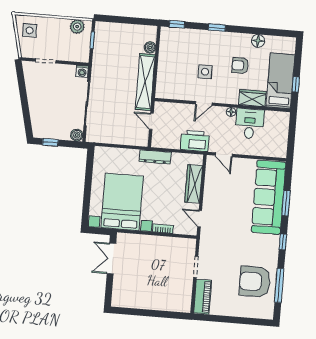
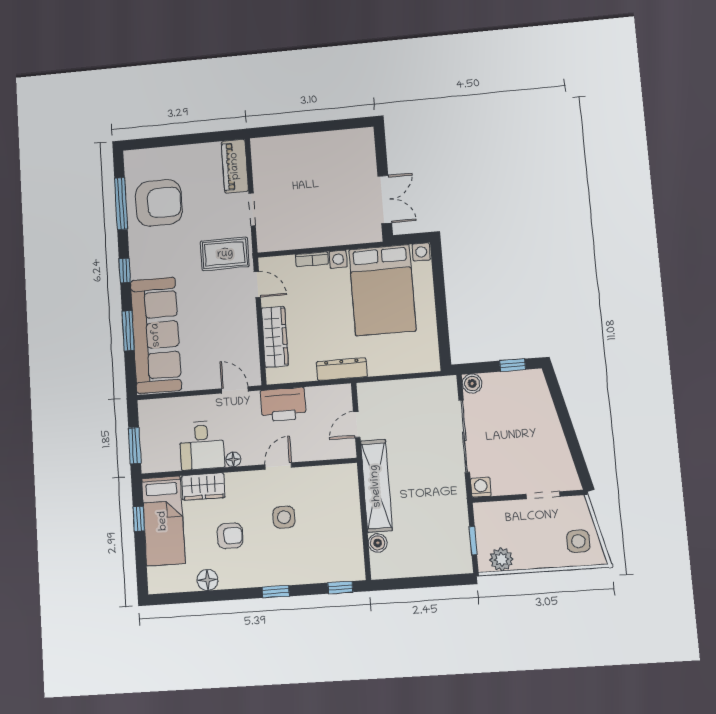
door: (151, 121) -> (357, 424), swing flipped
window: (292, 130) -> (135, 446), added
rug: (217, 242) -> (225, 254), added

